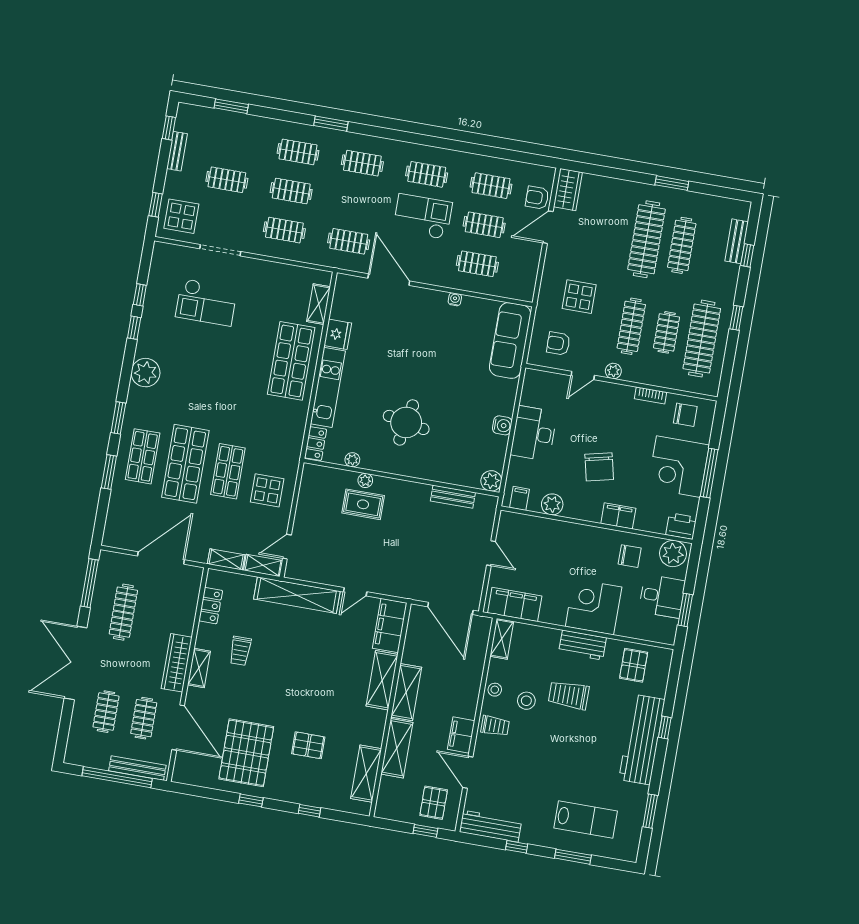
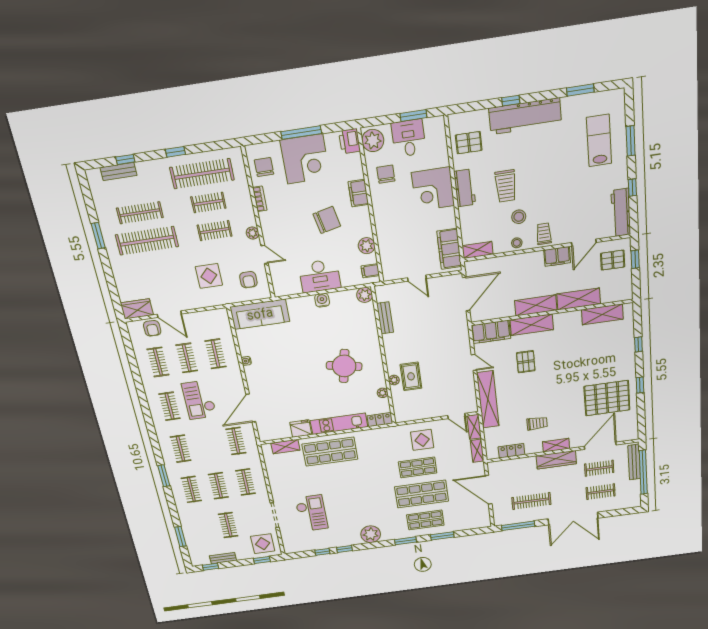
clothes rail: (631, 326) -> (215, 231), width x0.73
door: (491, 553) -> (417, 278), swing flipped
pallet: (308, 745) -> (526, 362), moved

